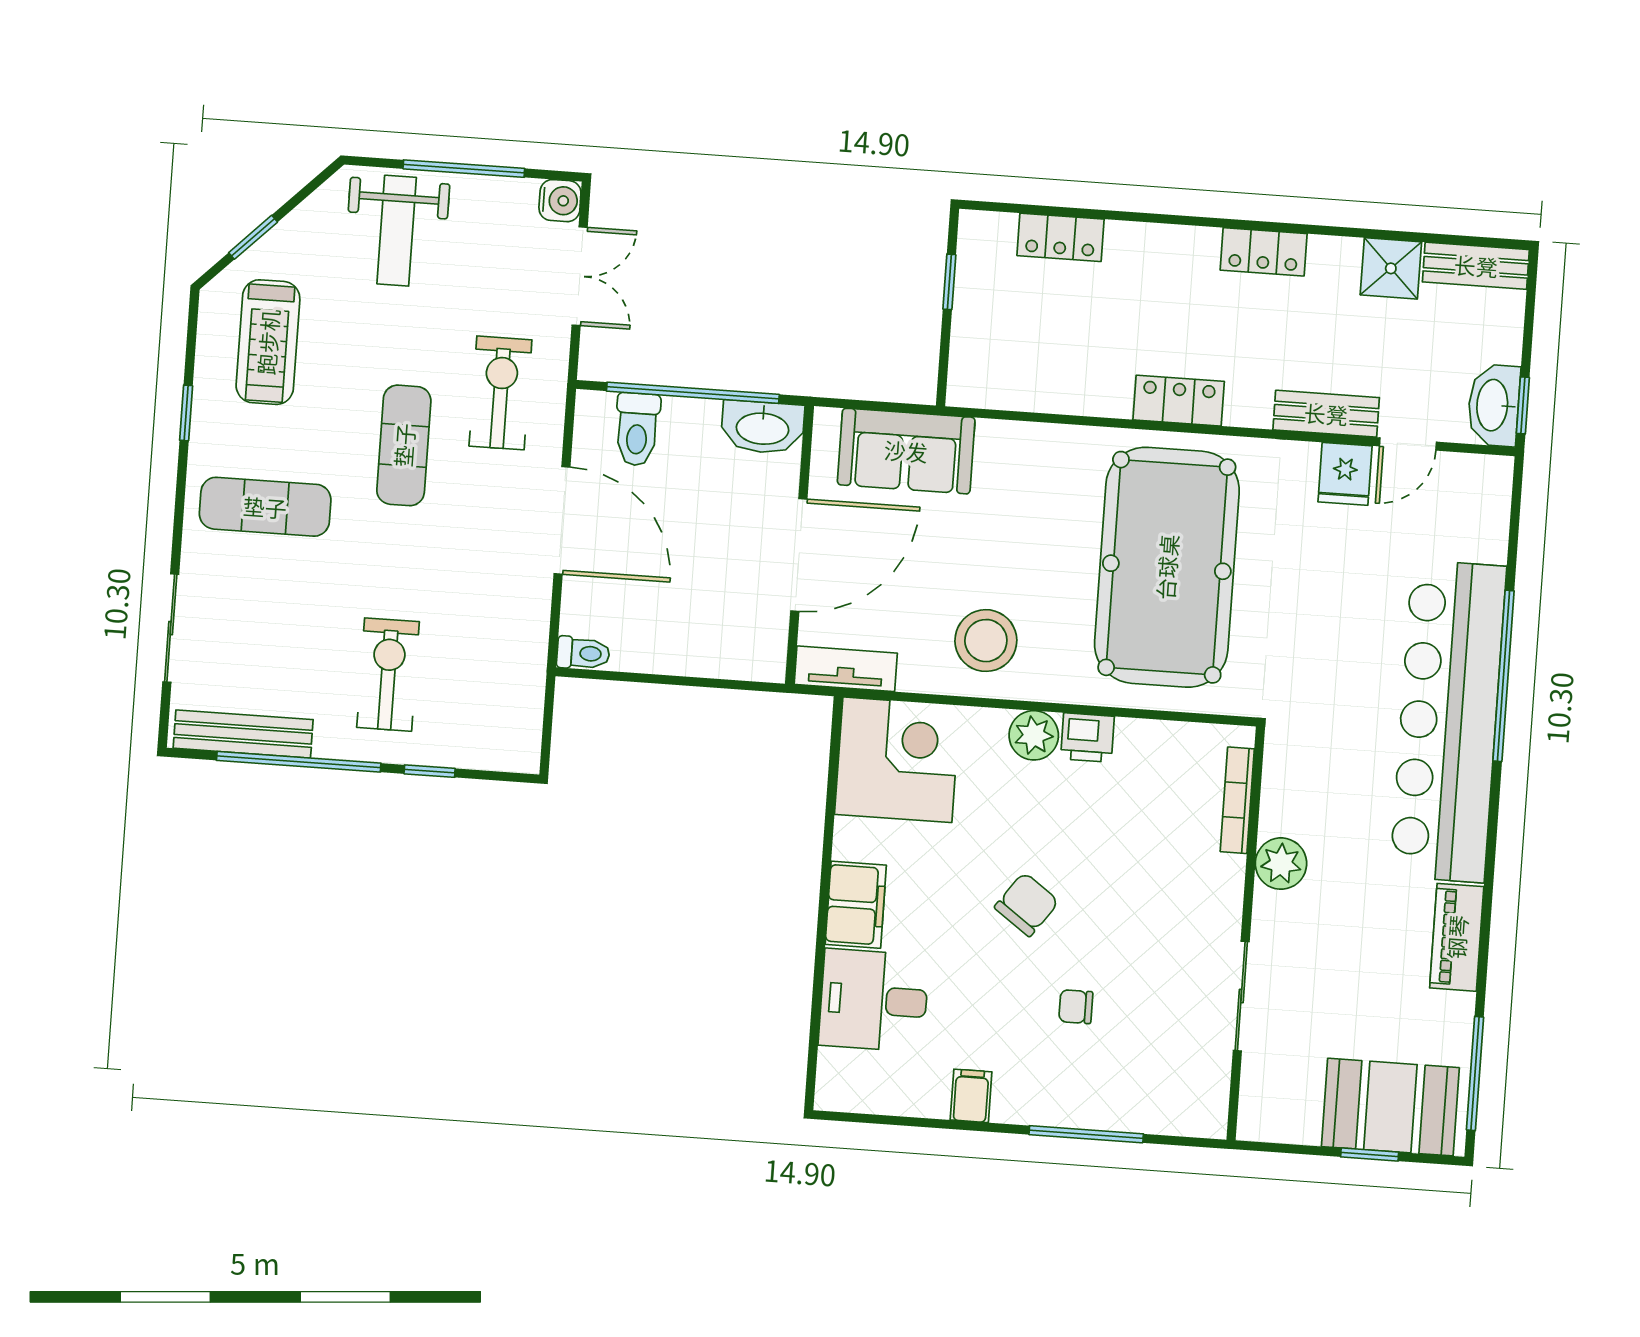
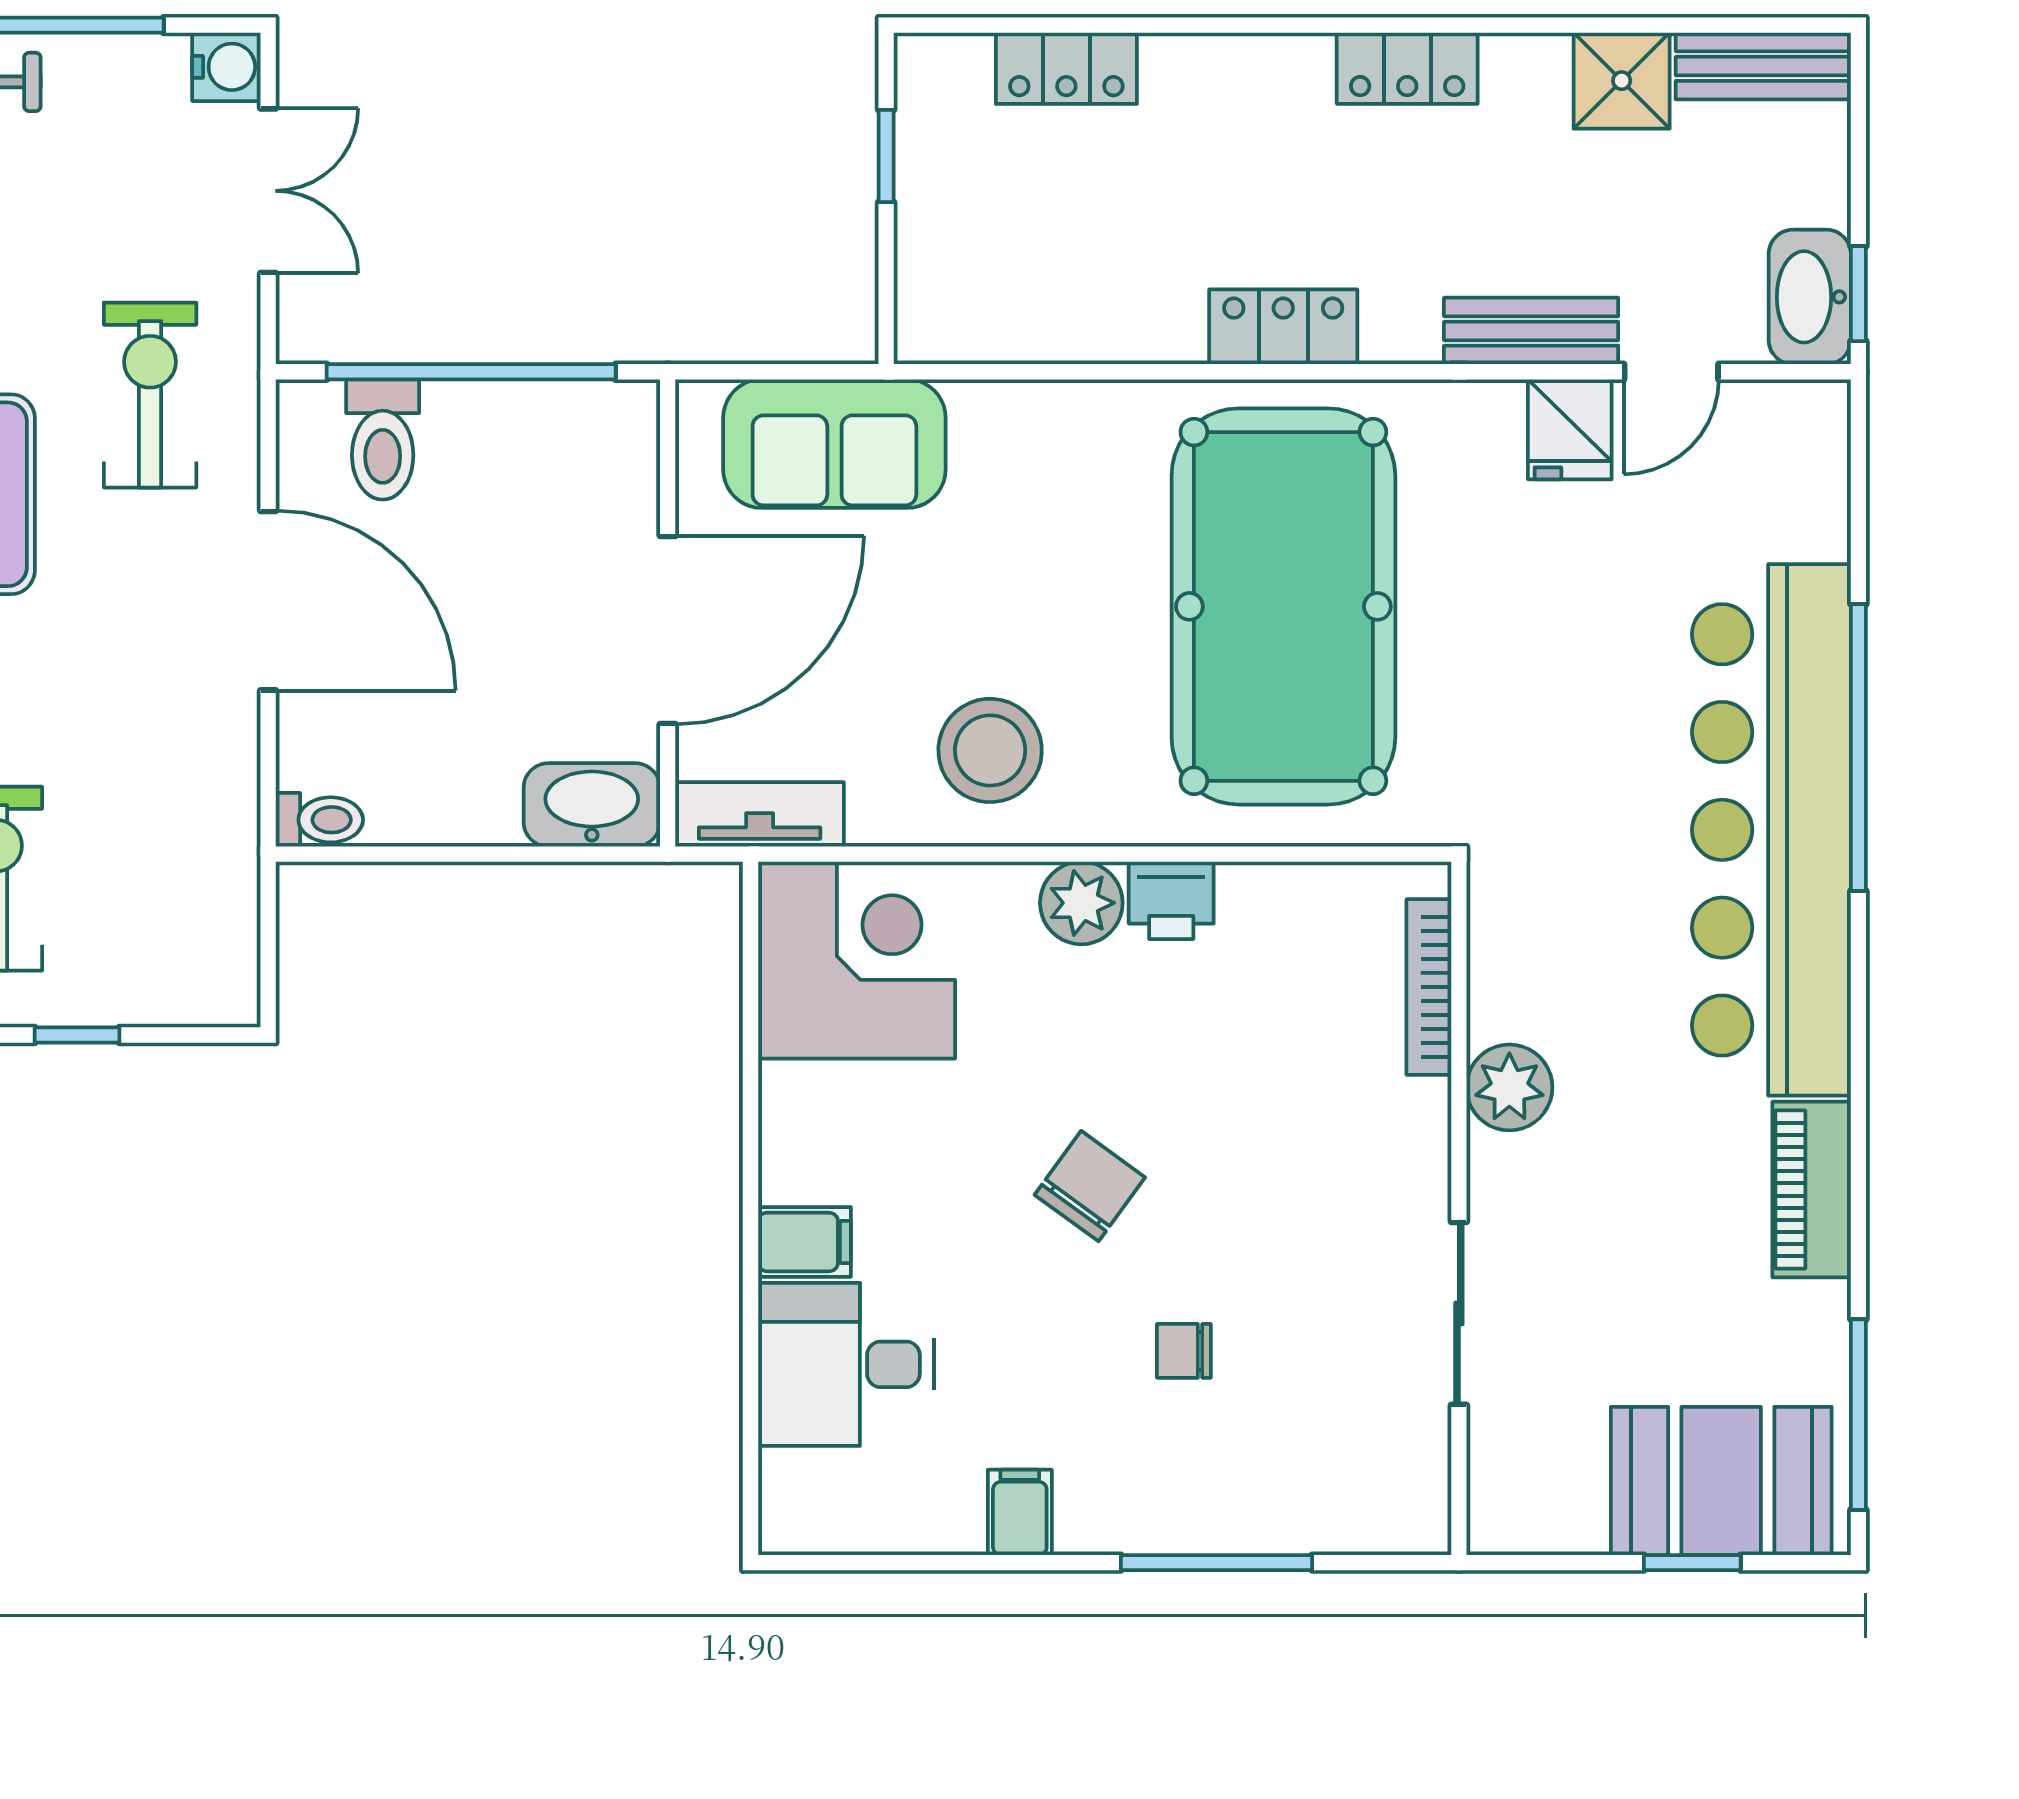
washbasin: (763, 427) -> (592, 805), moved, turned 180
filing cabinet: (856, 905) -> (805, 1242), width x0.50

